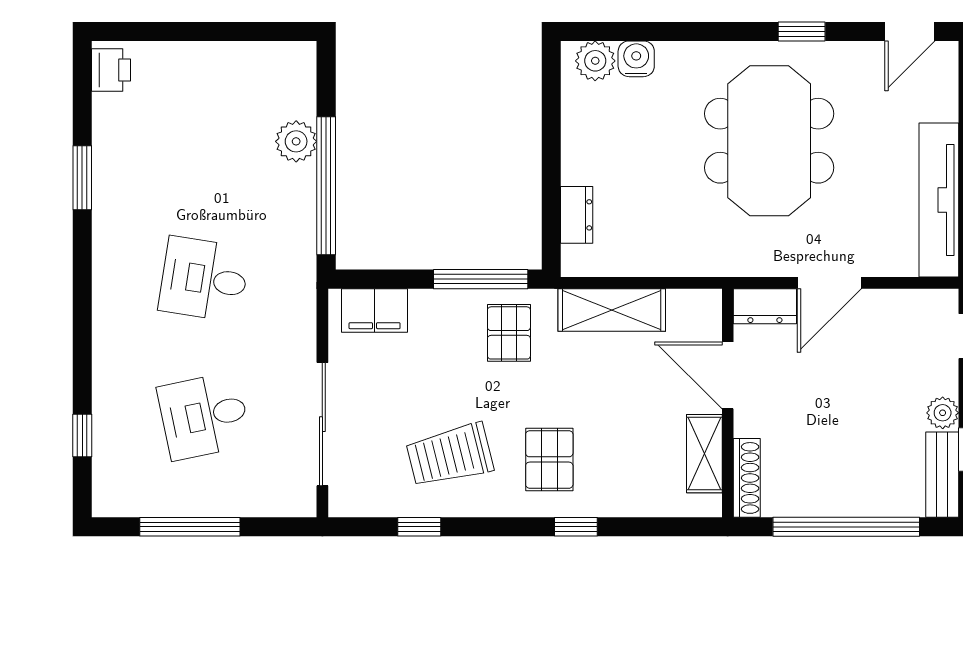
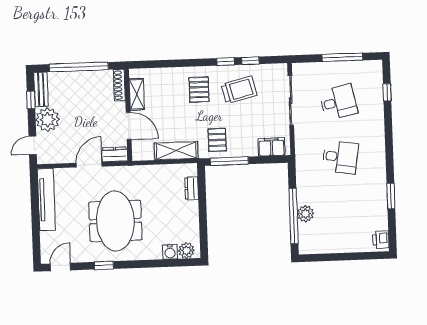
window: (326, 186) -> (293, 216), moved
plant: (943, 413) -> (48, 120), width x1.87, depth x1.87
window: (576, 527) -> (226, 62), moved

